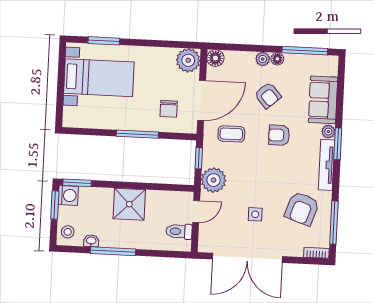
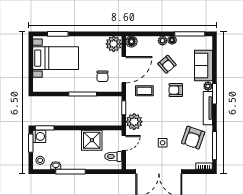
shower: (129, 204) -> (92, 140), moved

